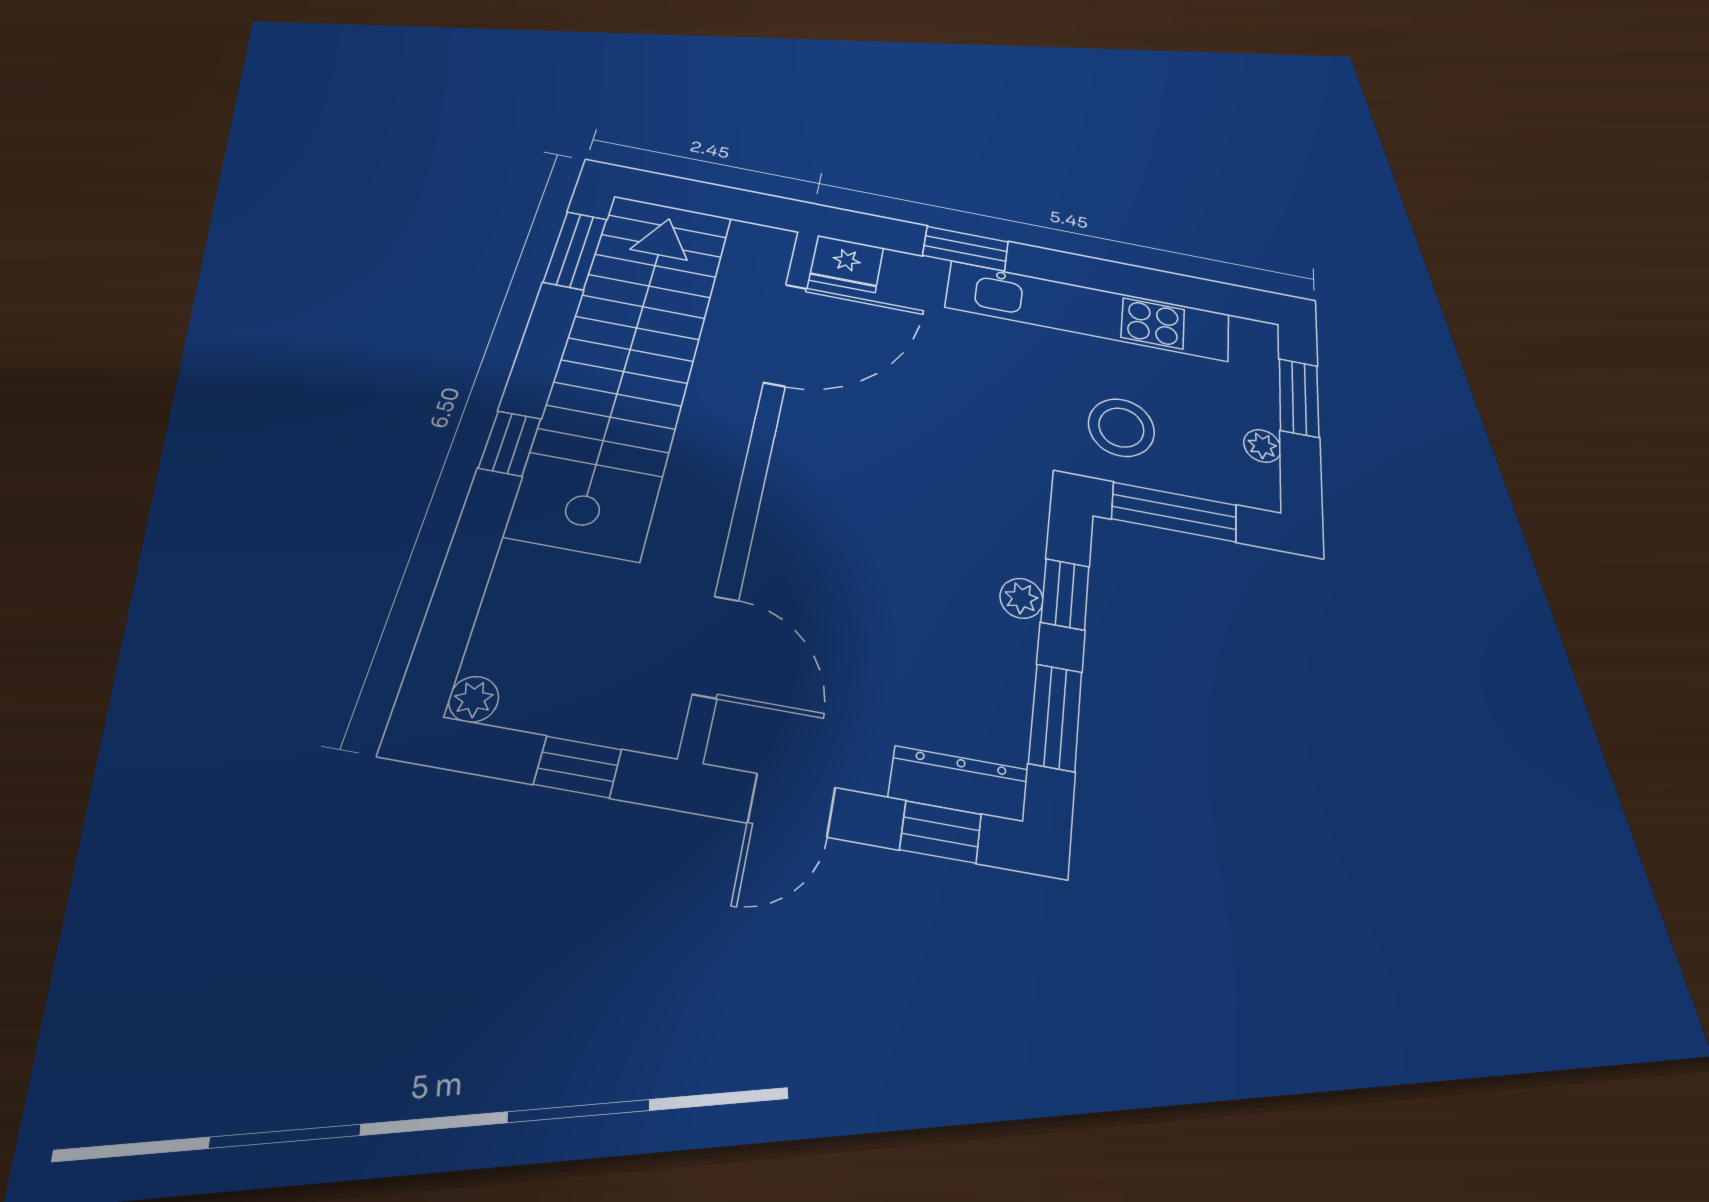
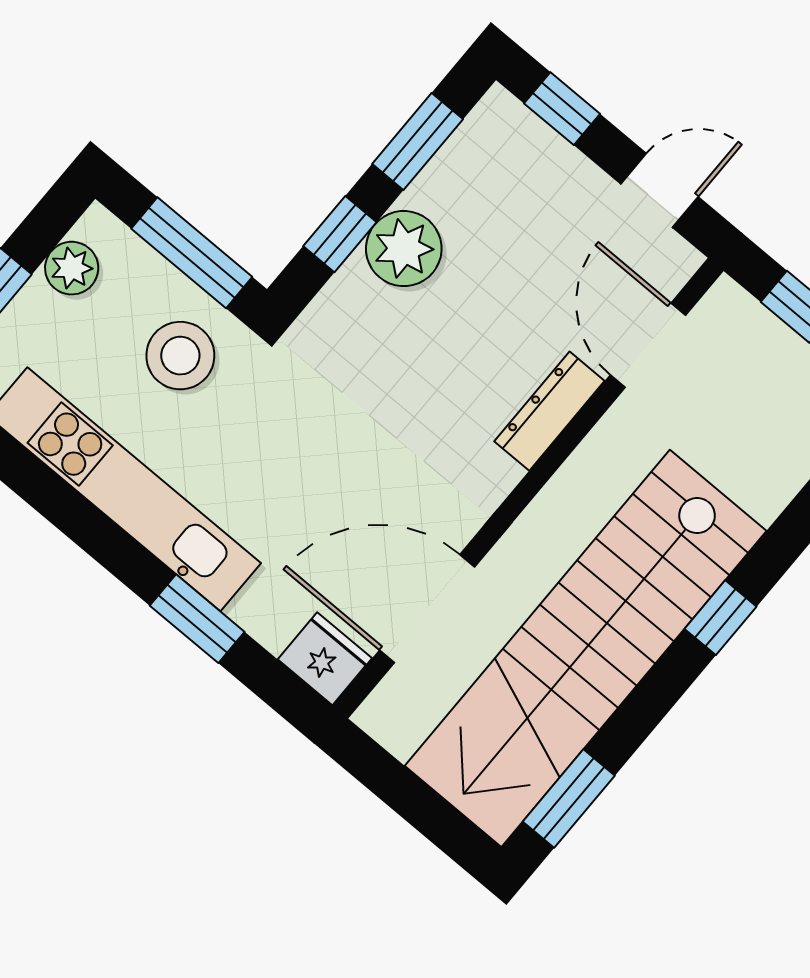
plant: (1262, 446) -> (72, 268), width x1.38, depth x1.38
plant: (1021, 598) -> (404, 249), width x1.88, depth x1.88
dresser: (959, 783) -> (549, 411), moved, turned 90

